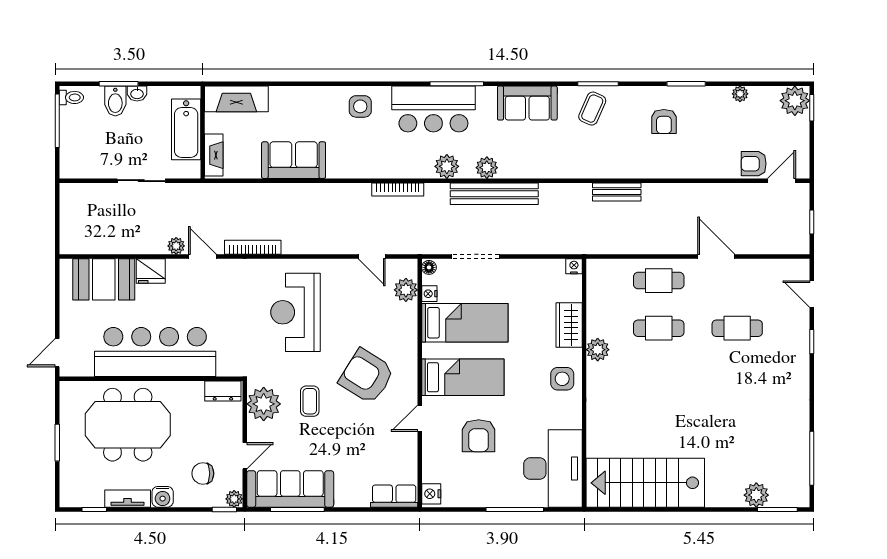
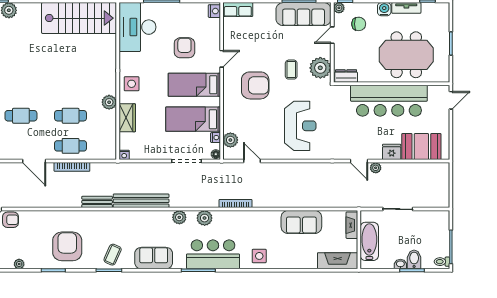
armchair: (664, 122) -> (67, 246), width x1.88, depth x1.88
bench: (494, 194) -> (141, 201), moved
bookcase: (253, 247) -> (72, 167), moved
armchair: (367, 376) -> (255, 85), turned -32

